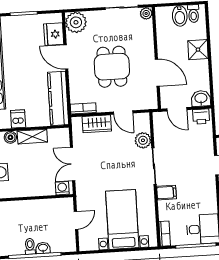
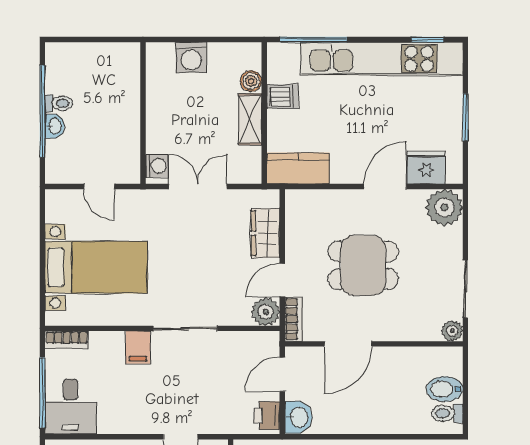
shower: (198, 50) -> (384, 417), removed
kitchen counter: (58, 98) -> (298, 168), width x0.67
bookcase: (83, 108) -> (294, 319), moved
plant: (143, 140) -> (266, 312), moved

